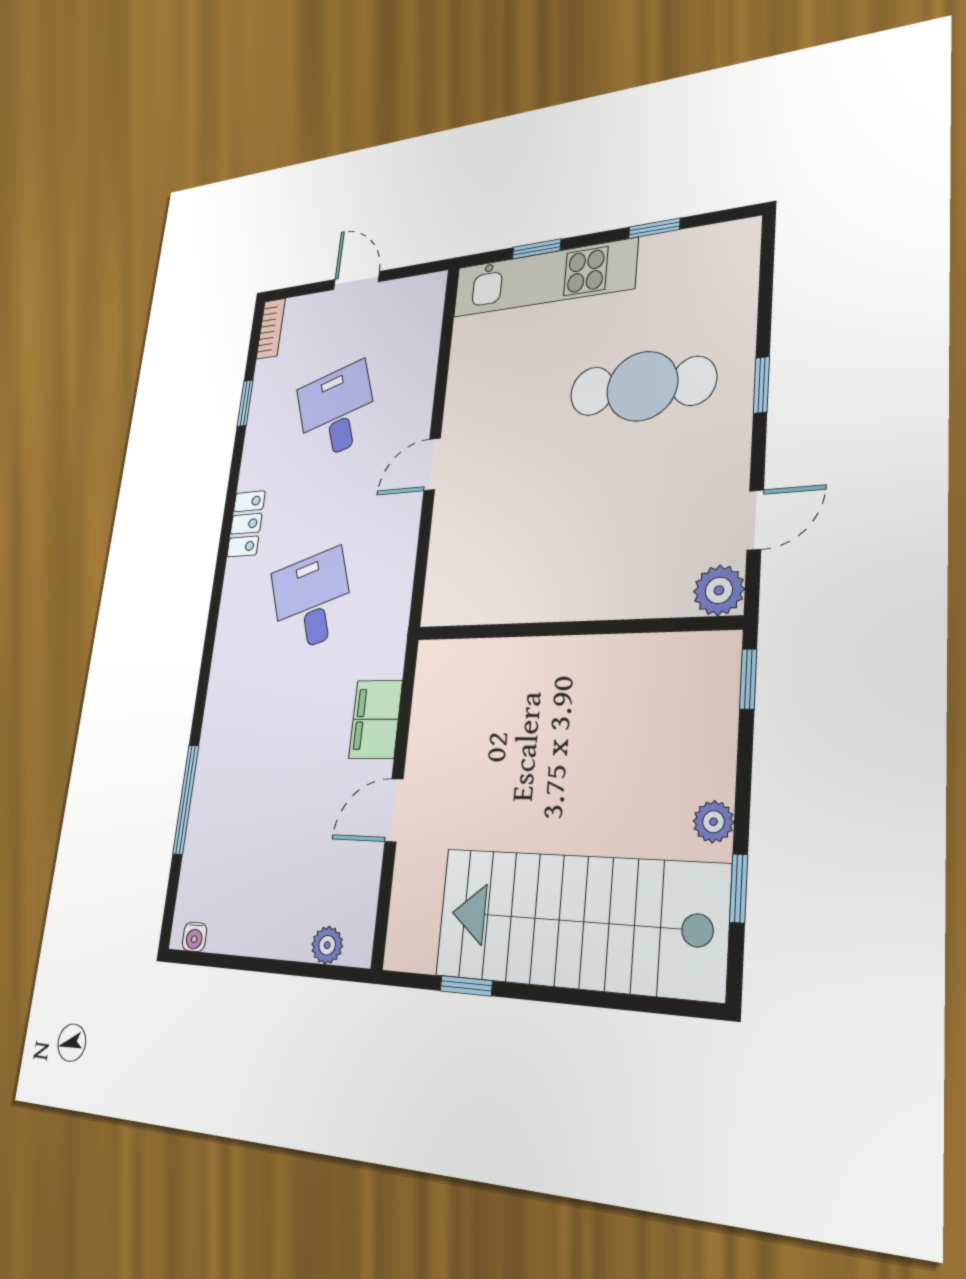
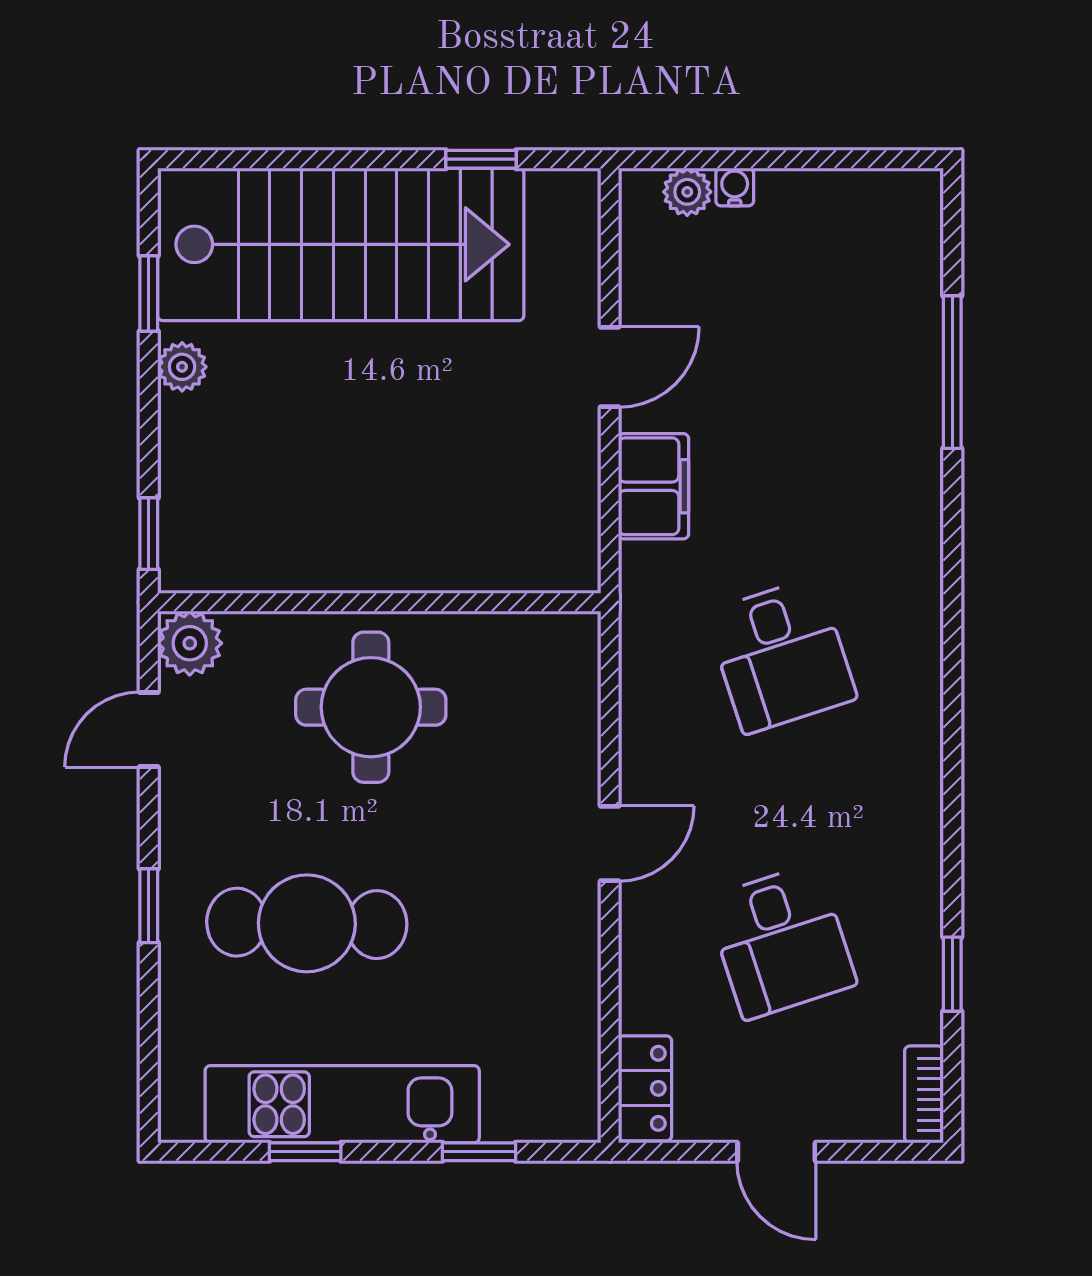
kitchen unit: (544, 278) -> (342, 1104), moved
locker: (246, 524) -> (645, 1088), moved, turned 180
round table: (584, 548) -> (371, 707), added
water cooler: (194, 937) -> (735, 187), moved

